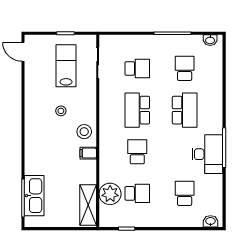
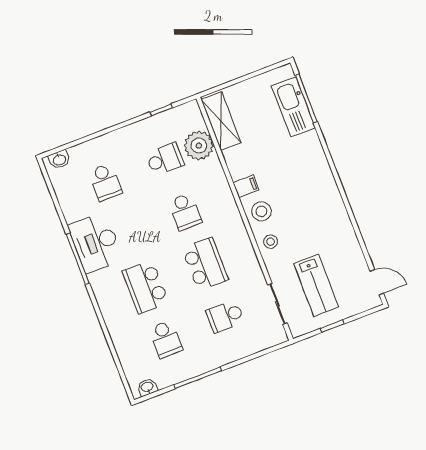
stool: (61, 111) -> (271, 242), moved
school desk: (137, 193) -> (165, 159), turned 180

